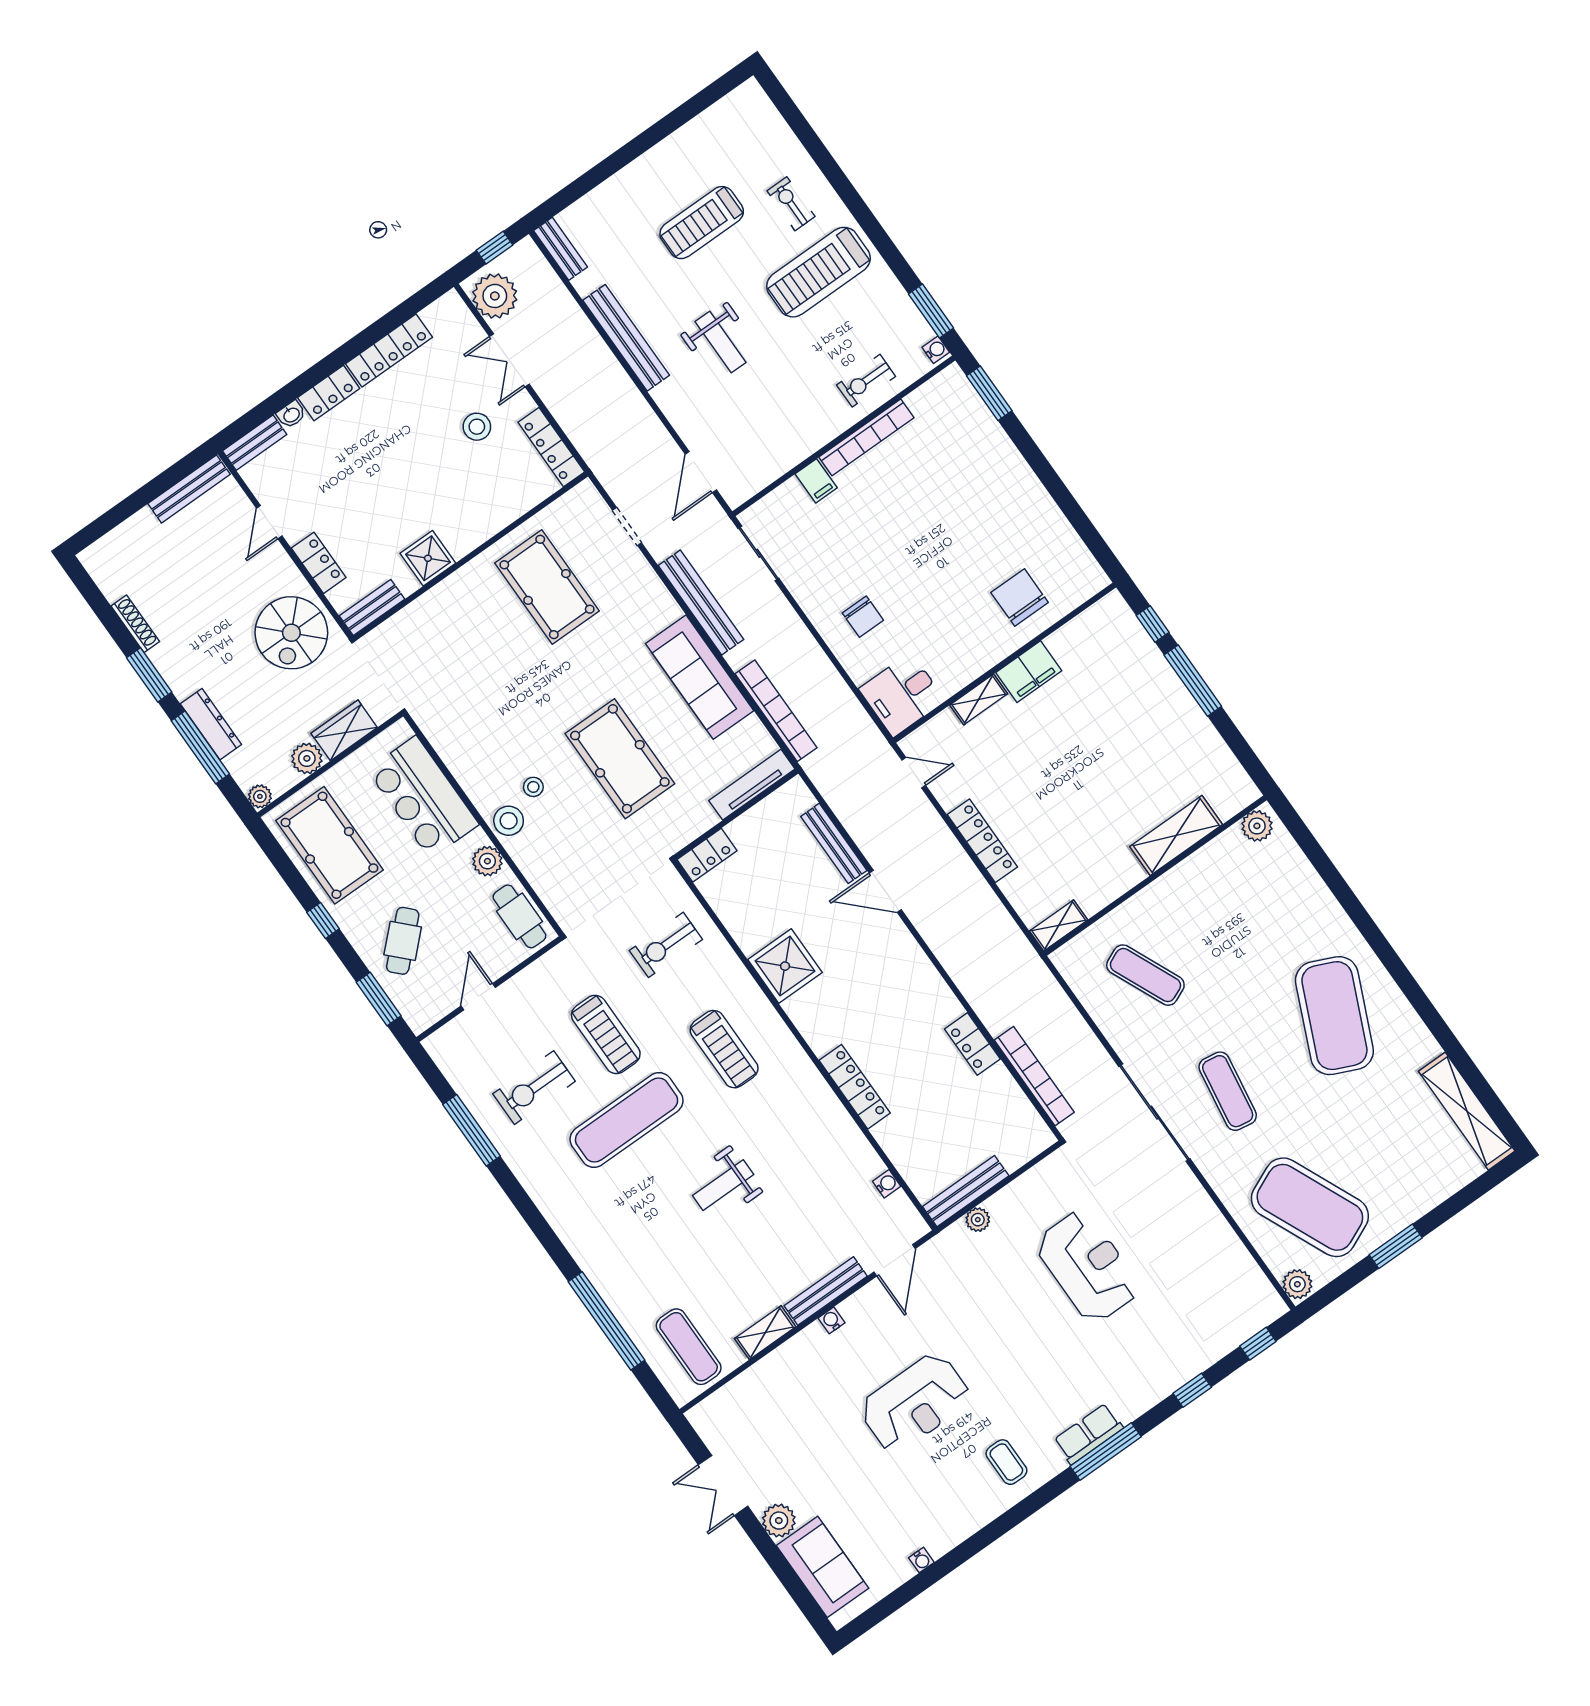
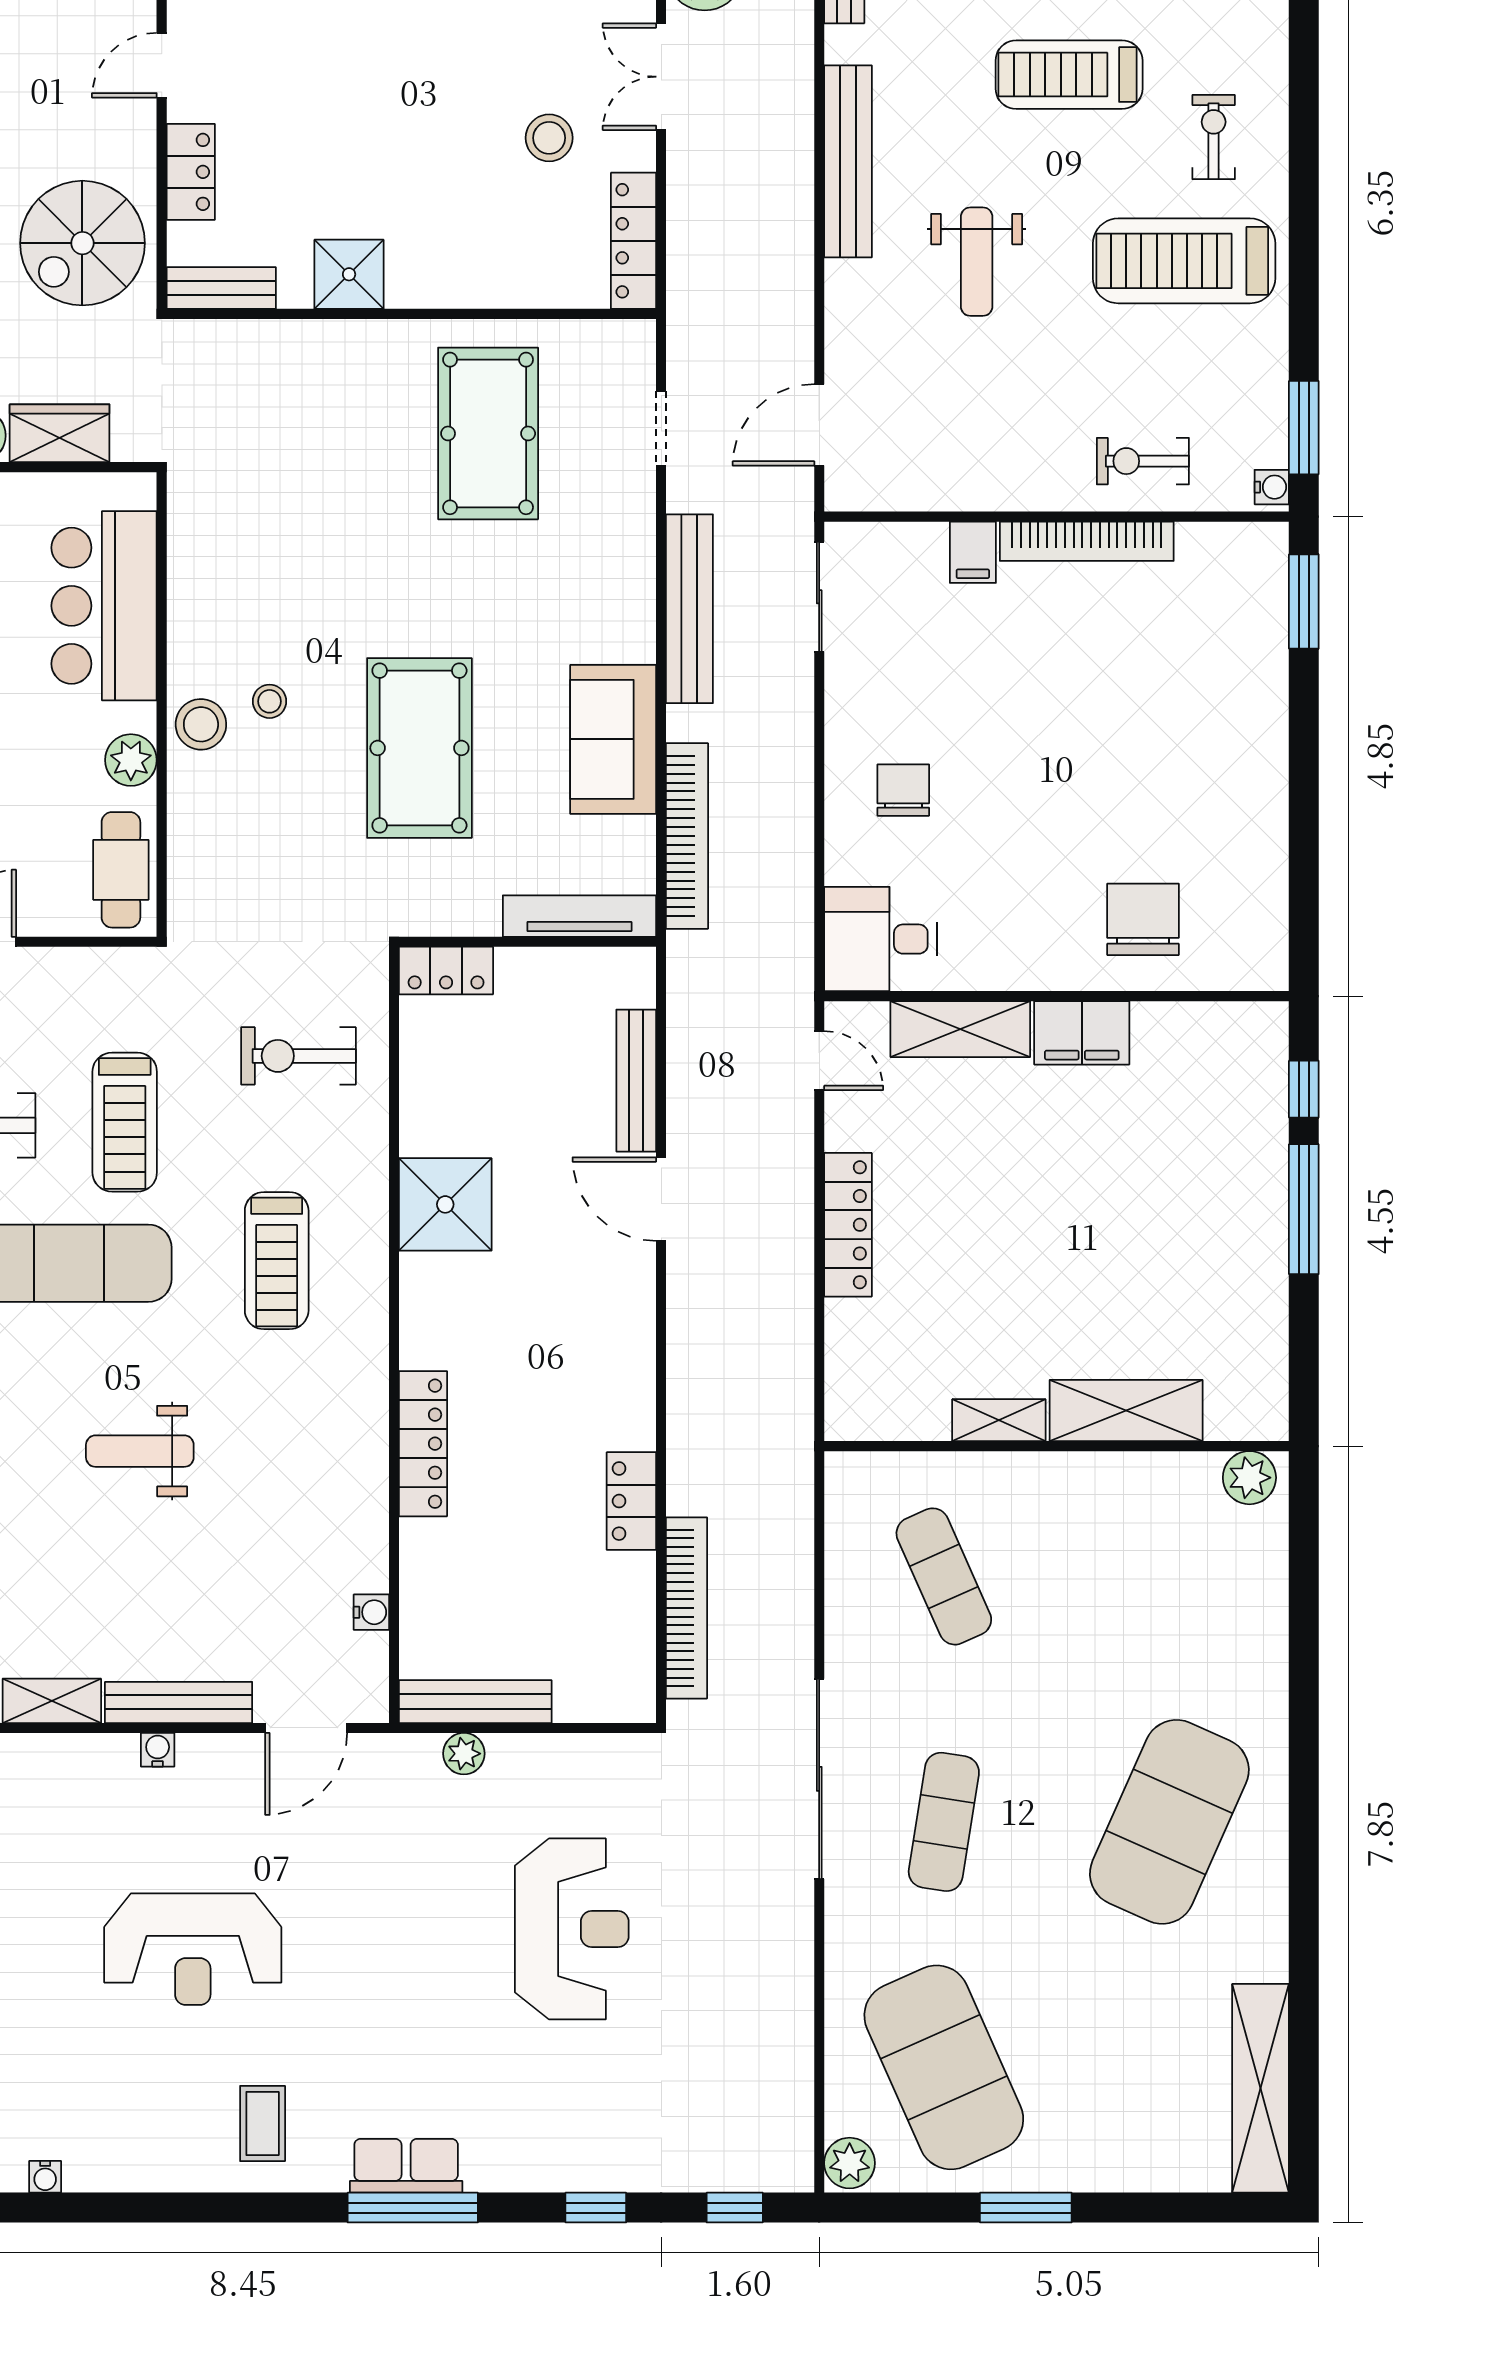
chair: (863, 617) -> (903, 790), turned 180
sofa: (700, 677) -> (613, 739), width x0.73
shelving: (979, 699) -> (960, 1029), width x1.50, depth x1.33
shelving: (1059, 926) -> (999, 1420), moved

